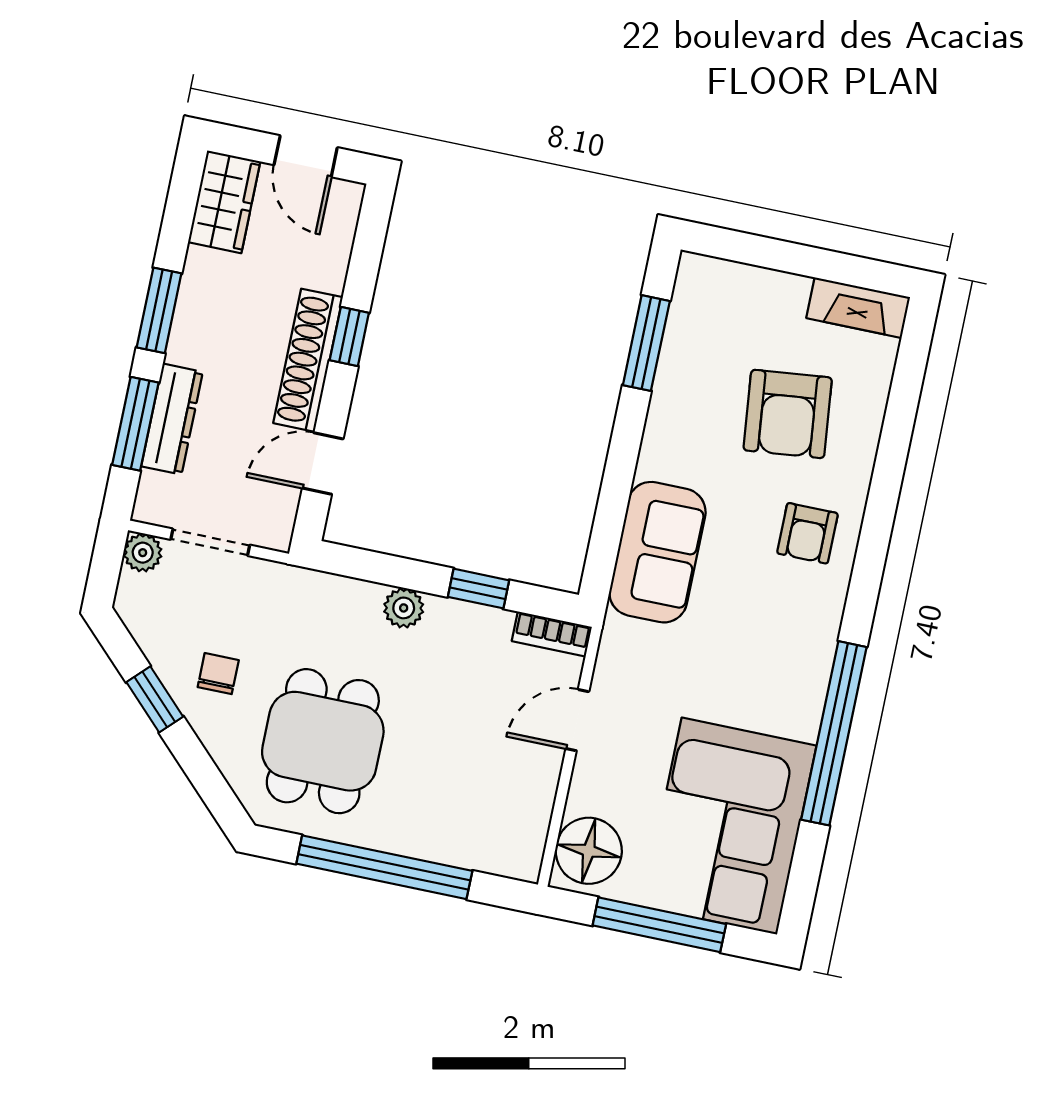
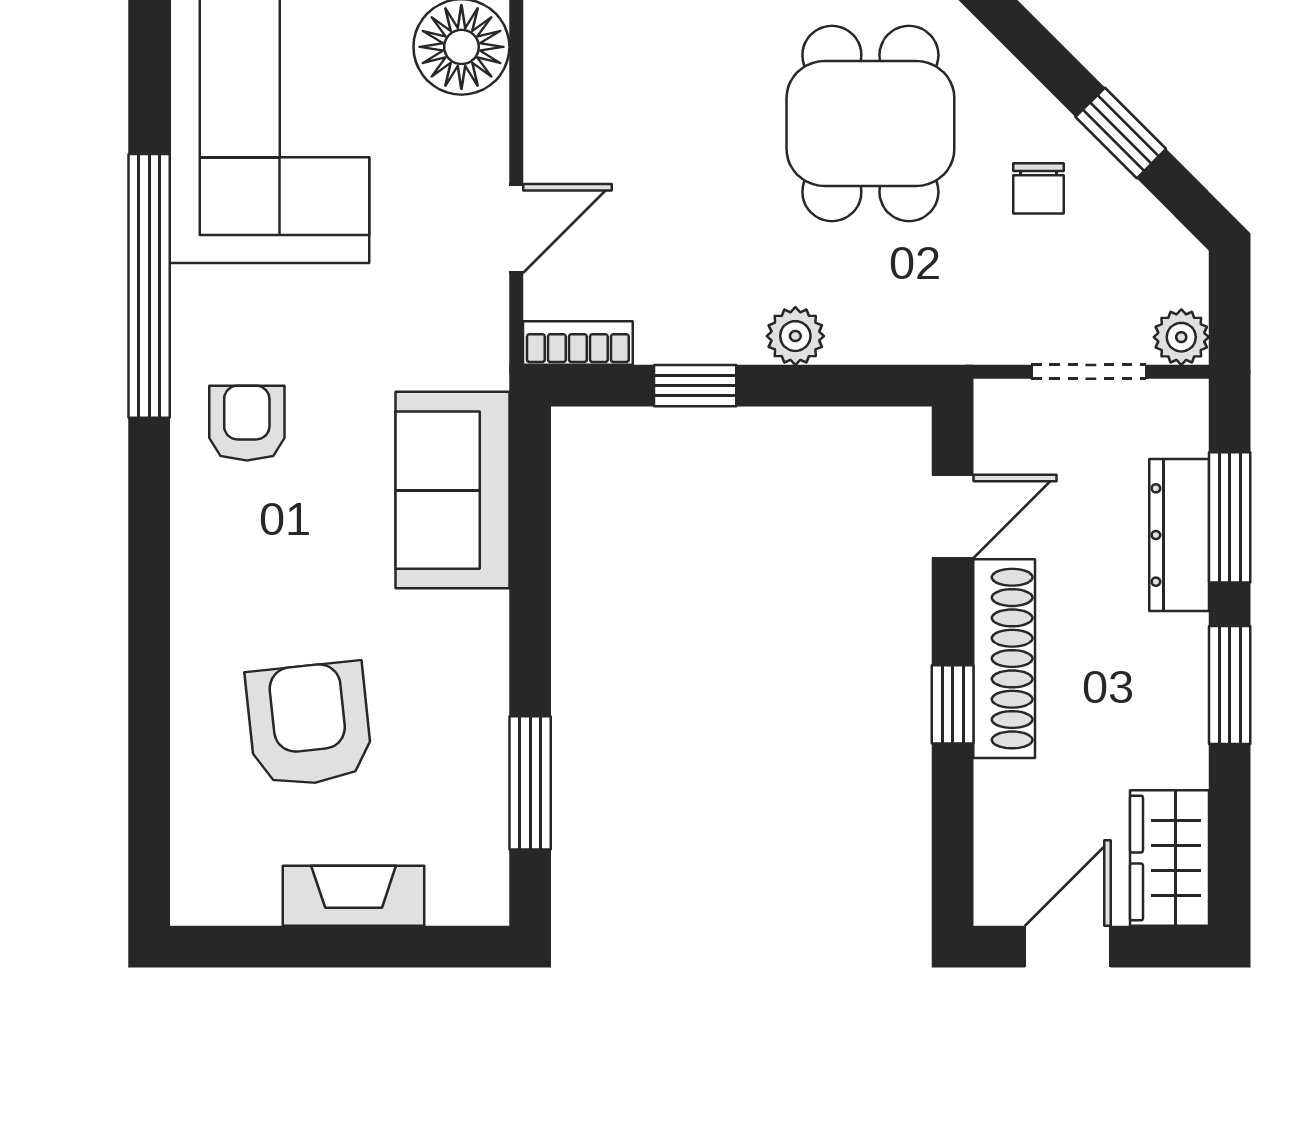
door: (306, 156) -> (1068, 947), hinge flipped
fireplace: (858, 308) -> (354, 896), moved
armchair: (807, 533) -> (247, 423), moved

